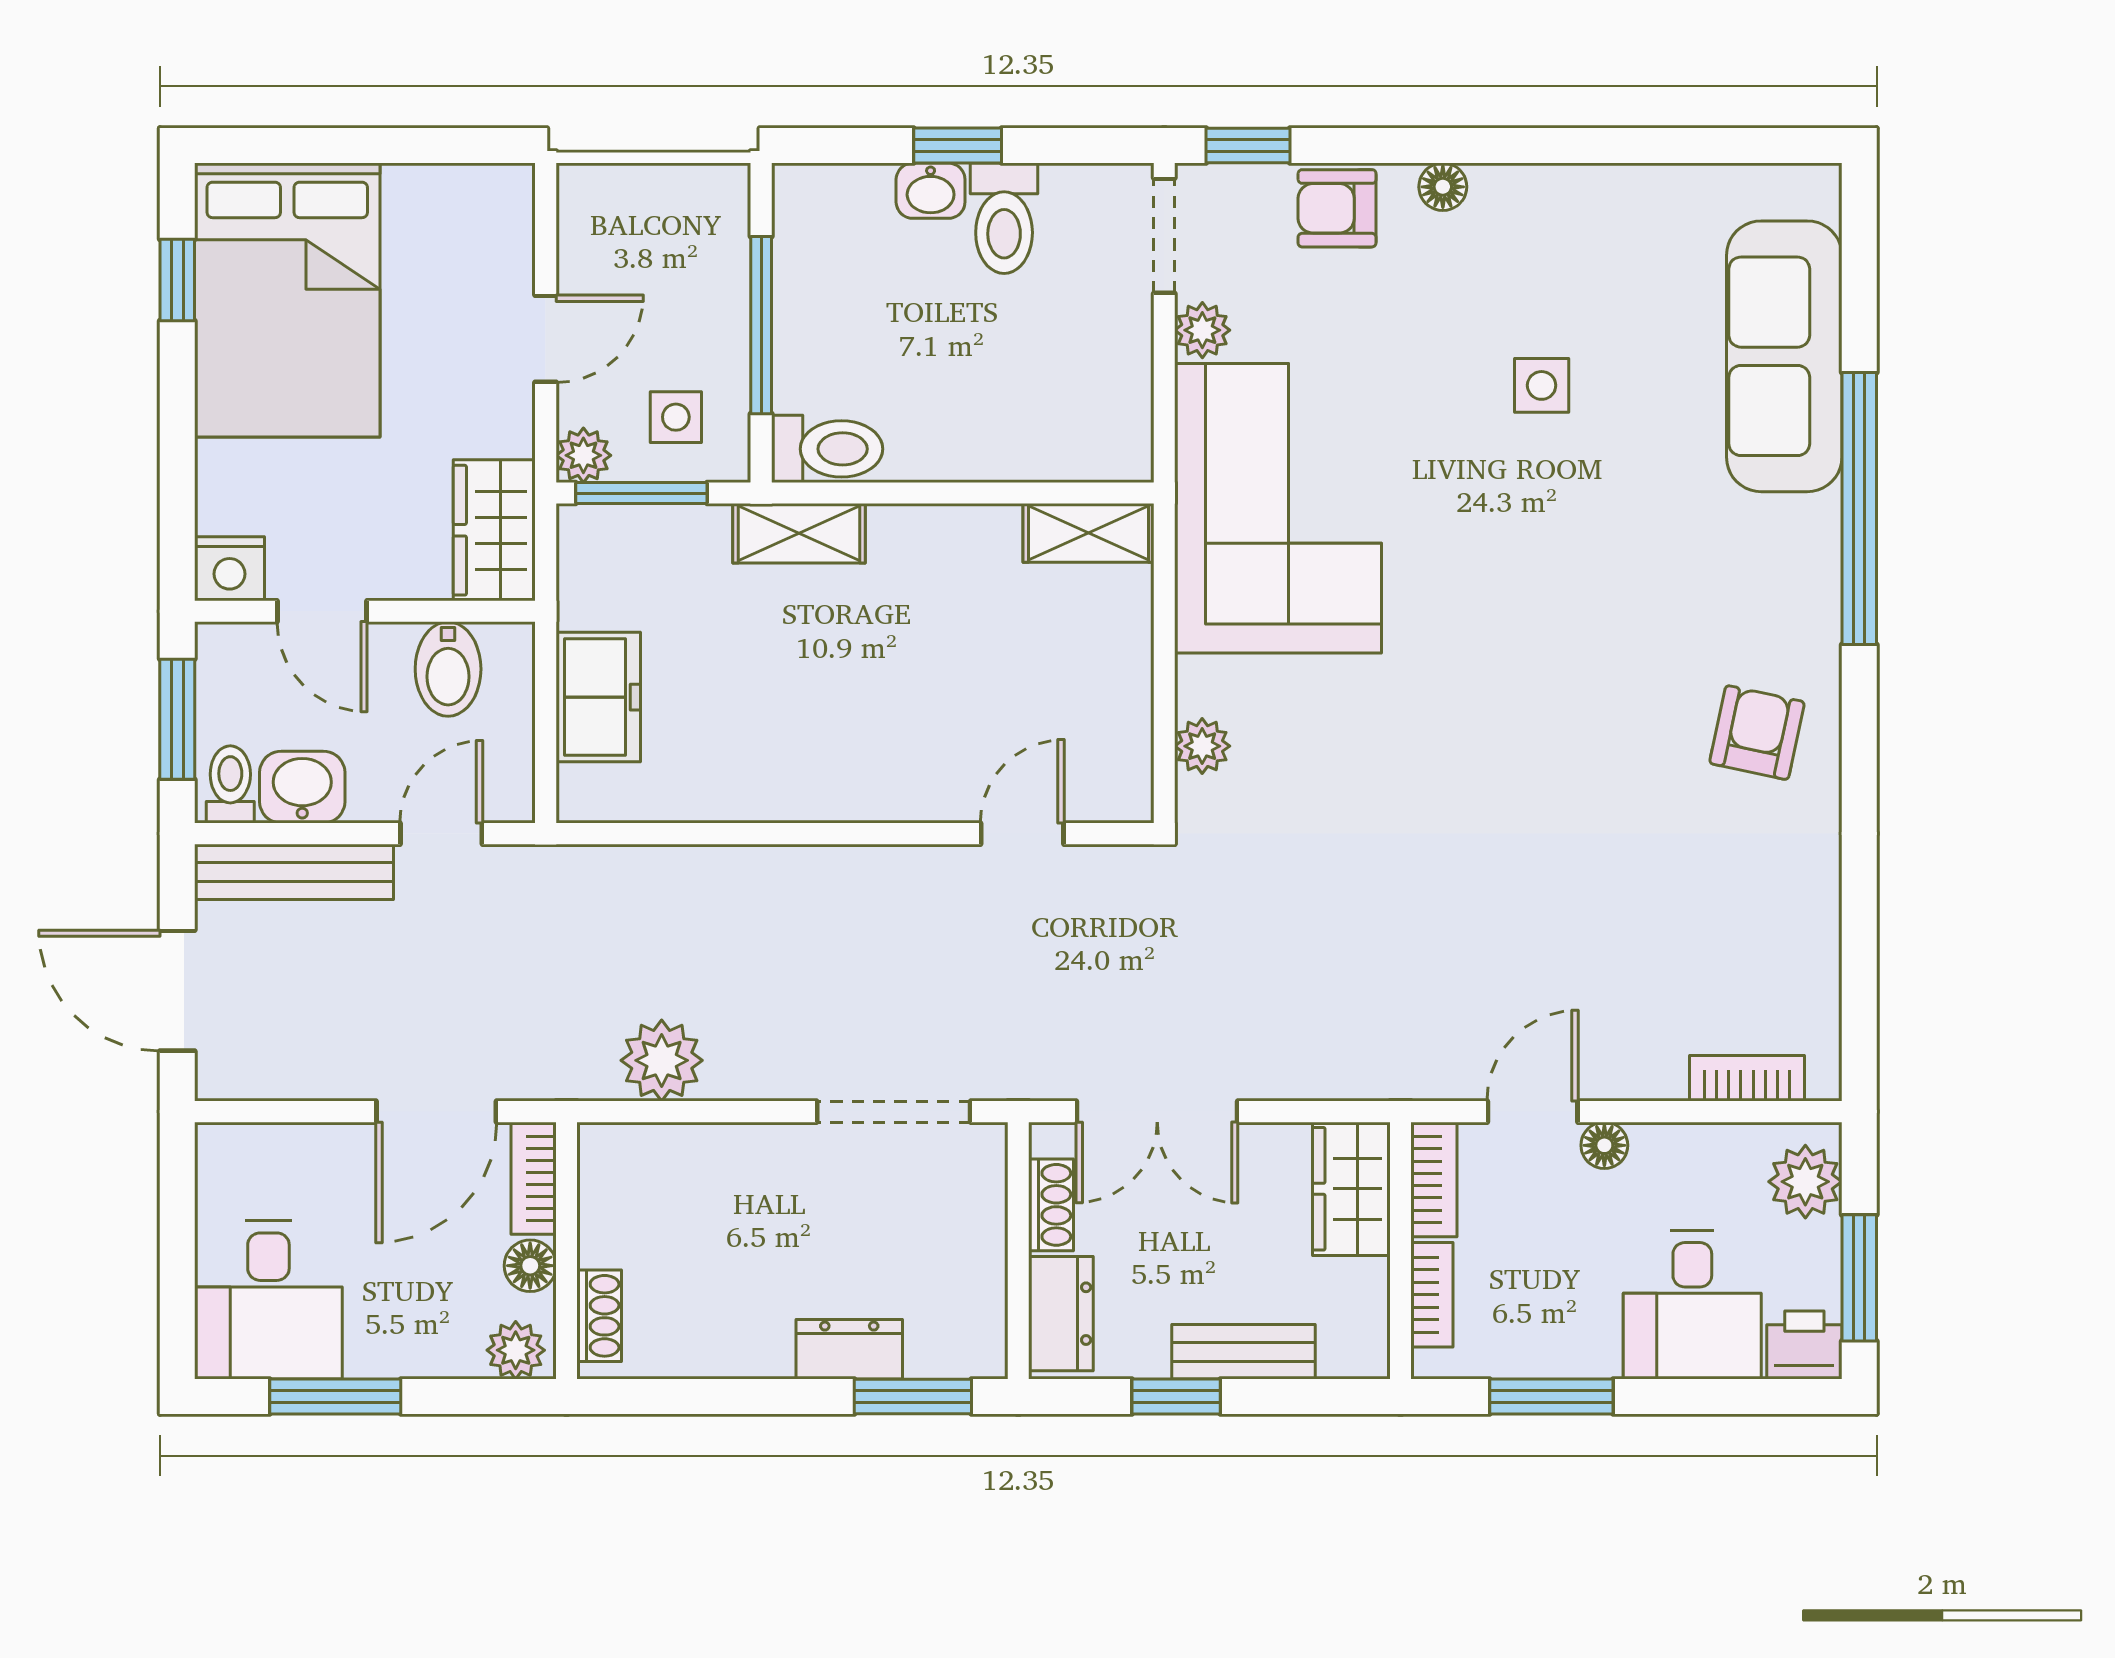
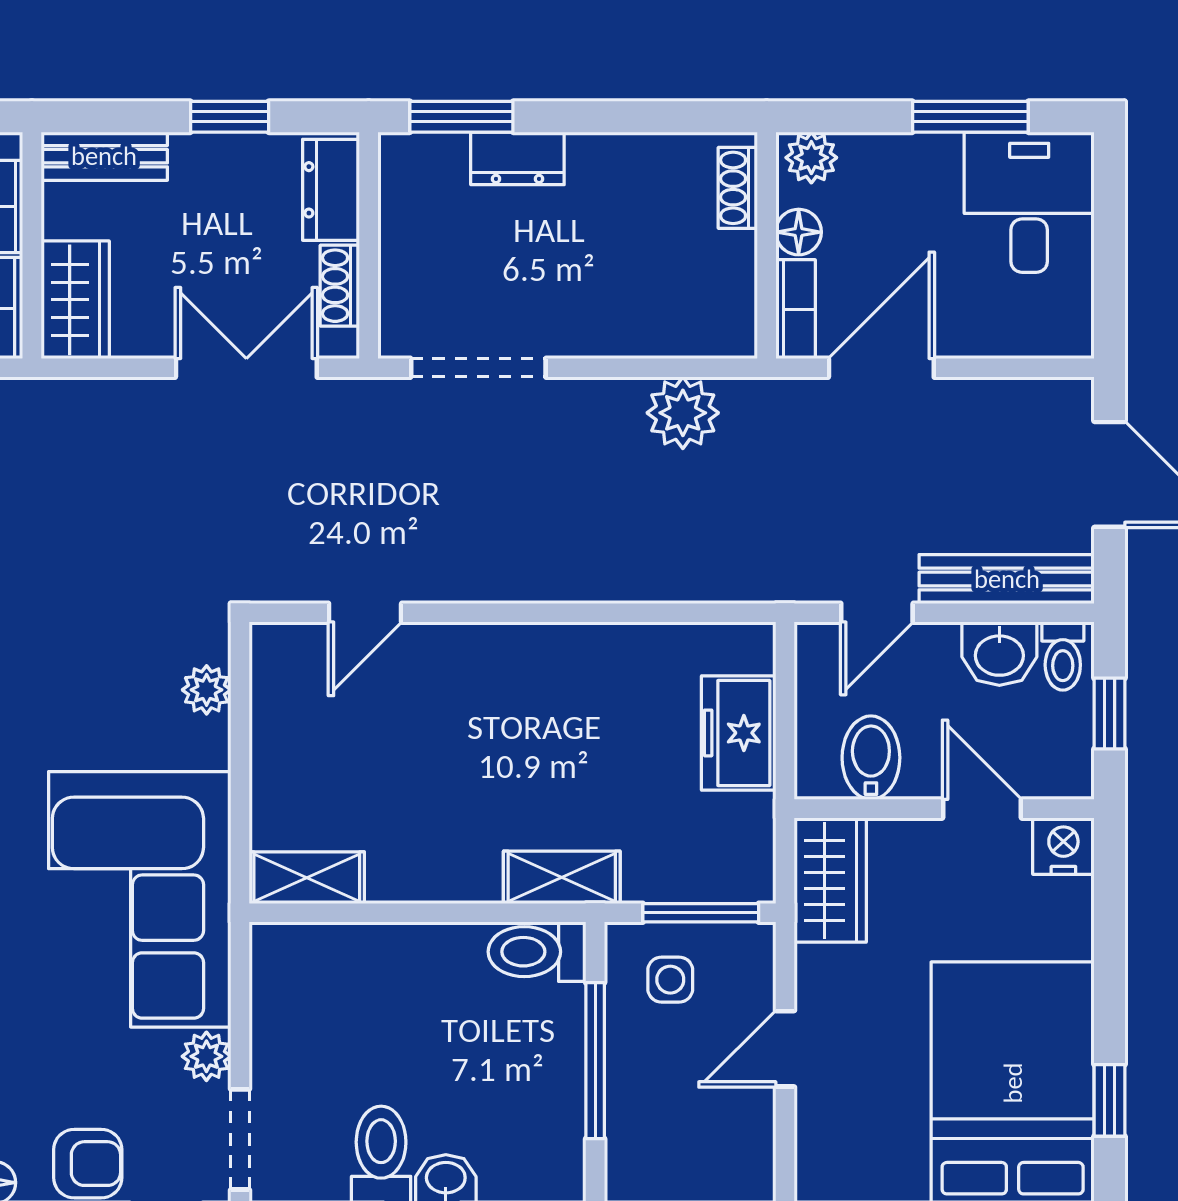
plant: (583, 455) -> (752, 946), removed
window: (177, 719) -> (1109, 713), width x0.67
bench: (1243, 1352) -> (104, 156), moved

